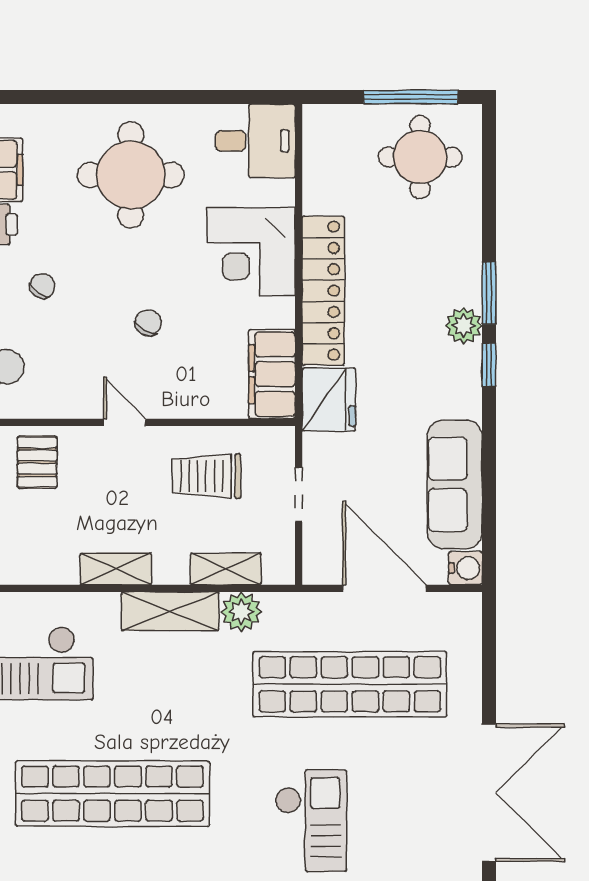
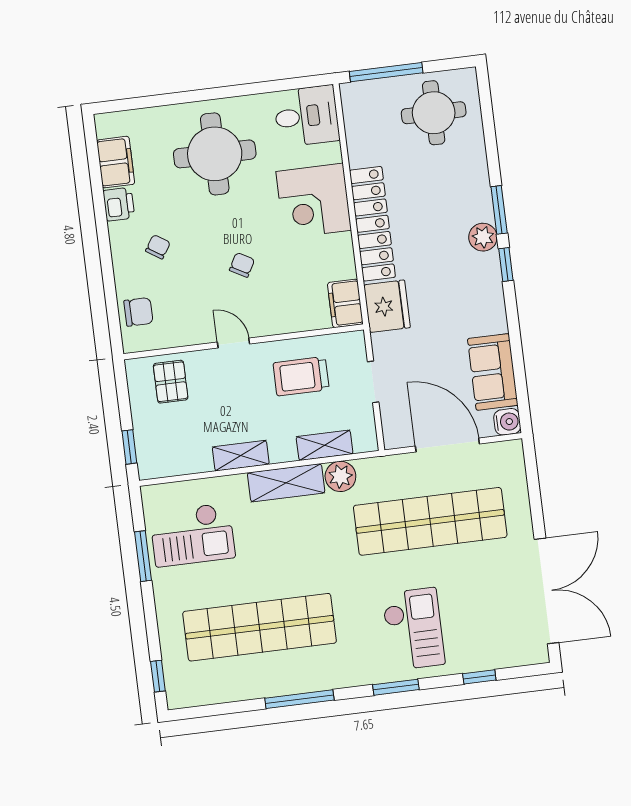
window: (411, 97) -> (386, 72), moved
filing cabinet: (272, 374) -> (345, 303), width x0.67, depth x0.86
sofa: (455, 484) -> (493, 372), width x0.73

